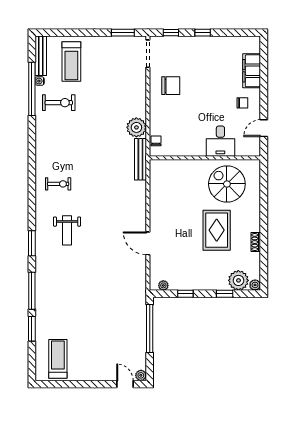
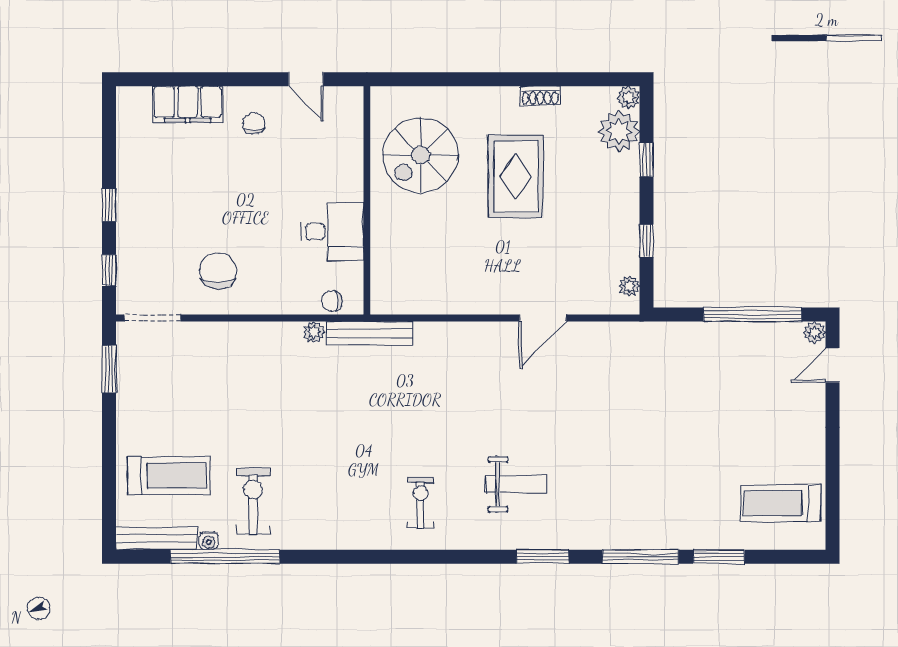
plant: (136, 127) -> (314, 332), width x0.53, depth x0.53
desk: (220, 141) -> (332, 232), moved
rug: (217, 230) -> (516, 176), turned 90
window: (150, 328) -> (753, 314), moved

